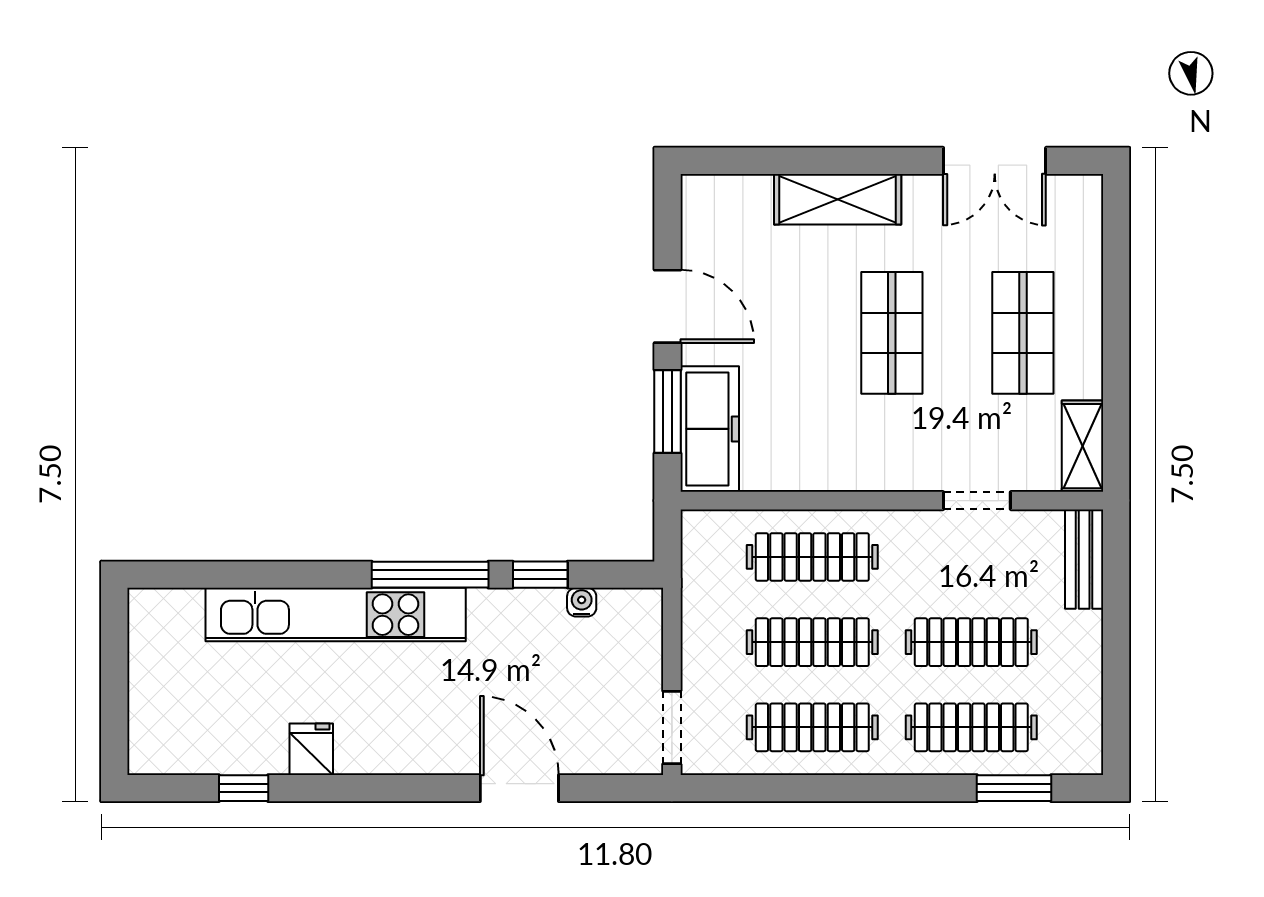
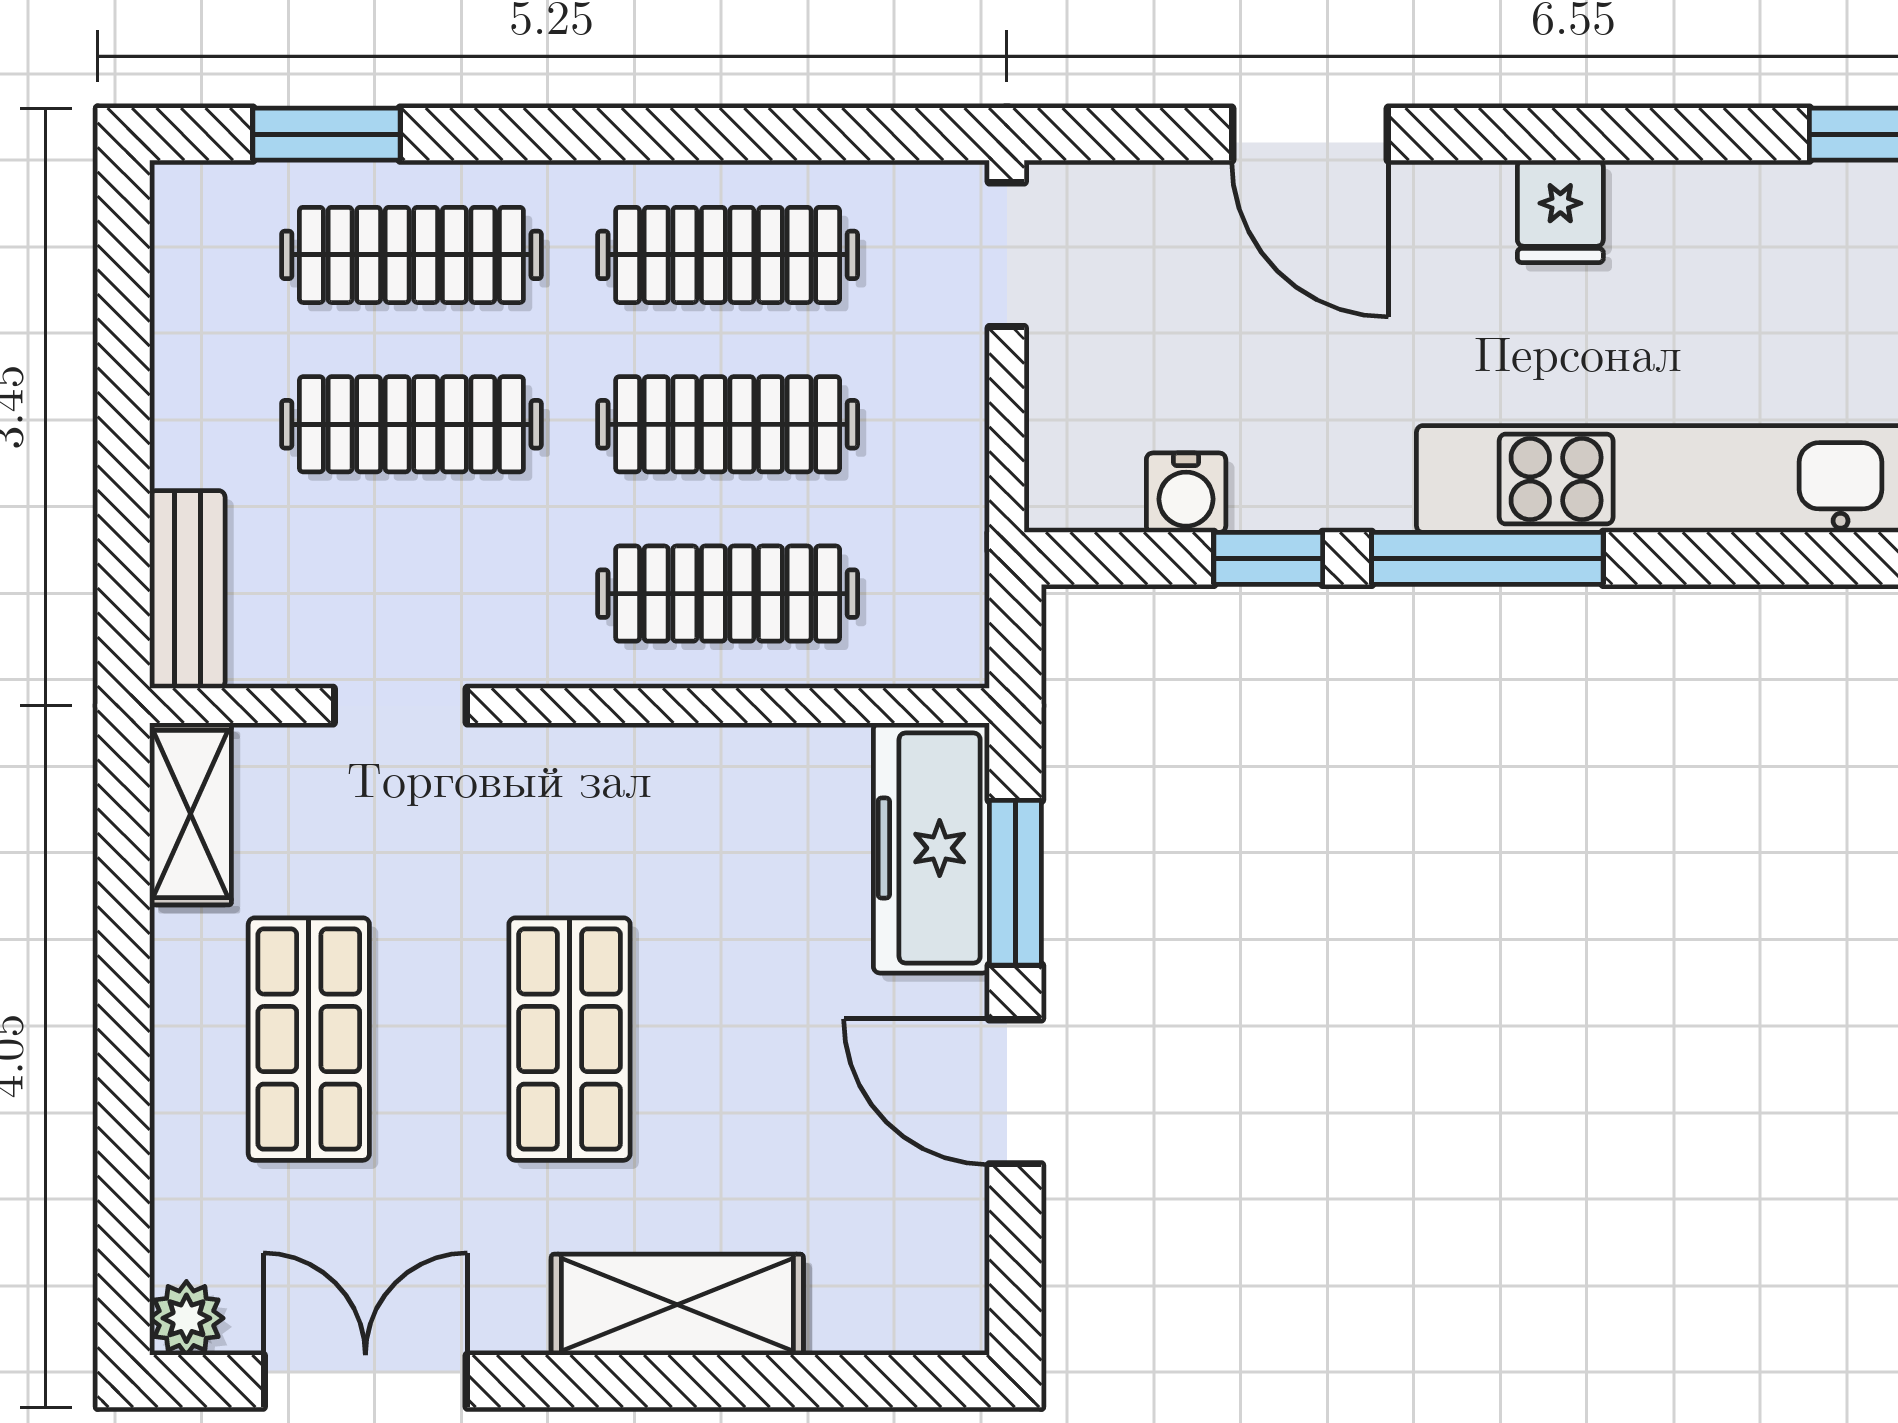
plant: (1085, 192) -> (186, 1318), added
water cooler: (582, 602) -> (1186, 493), width x1.38, depth x1.38
fridge: (311, 749) -> (1560, 211), moved

